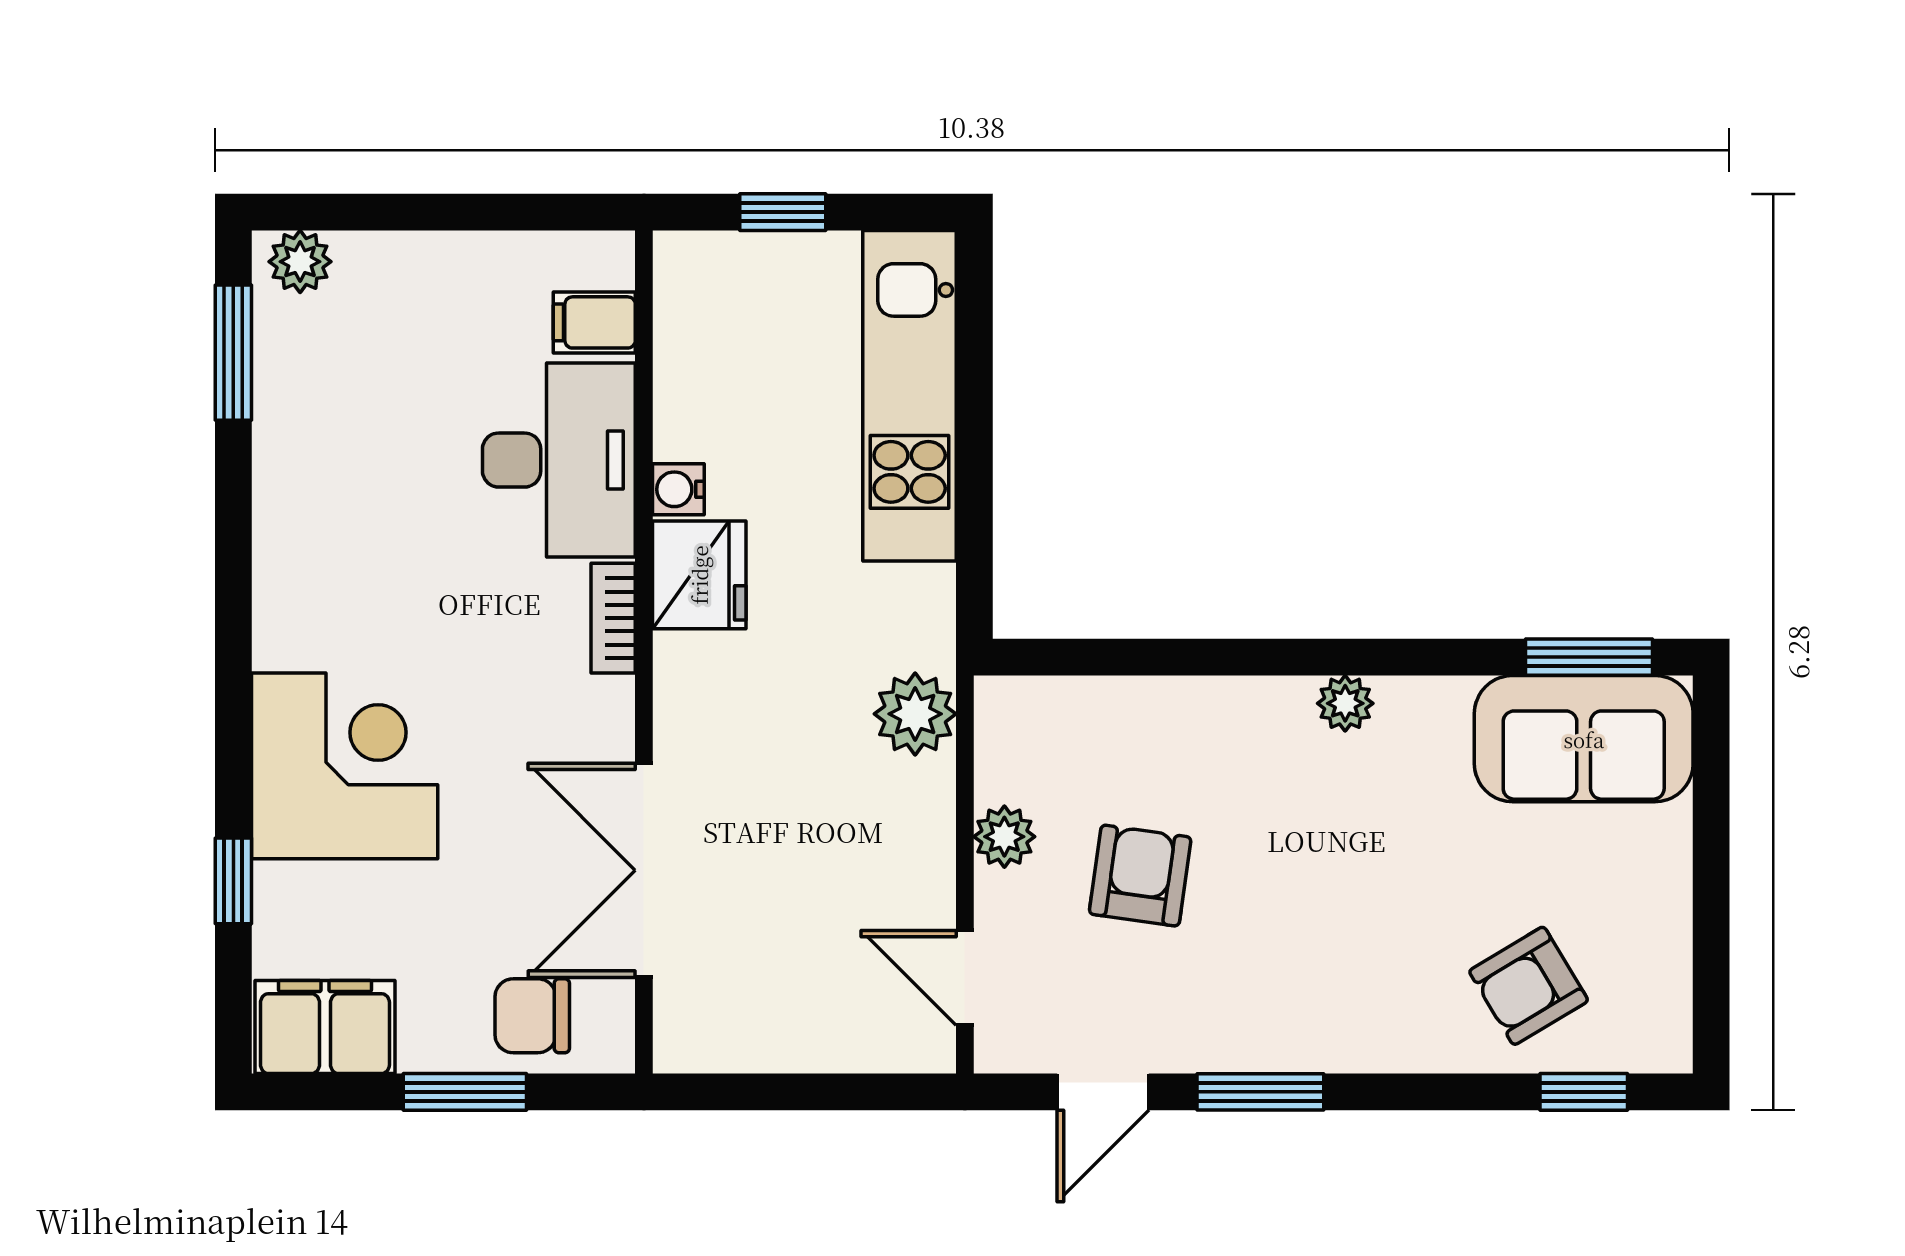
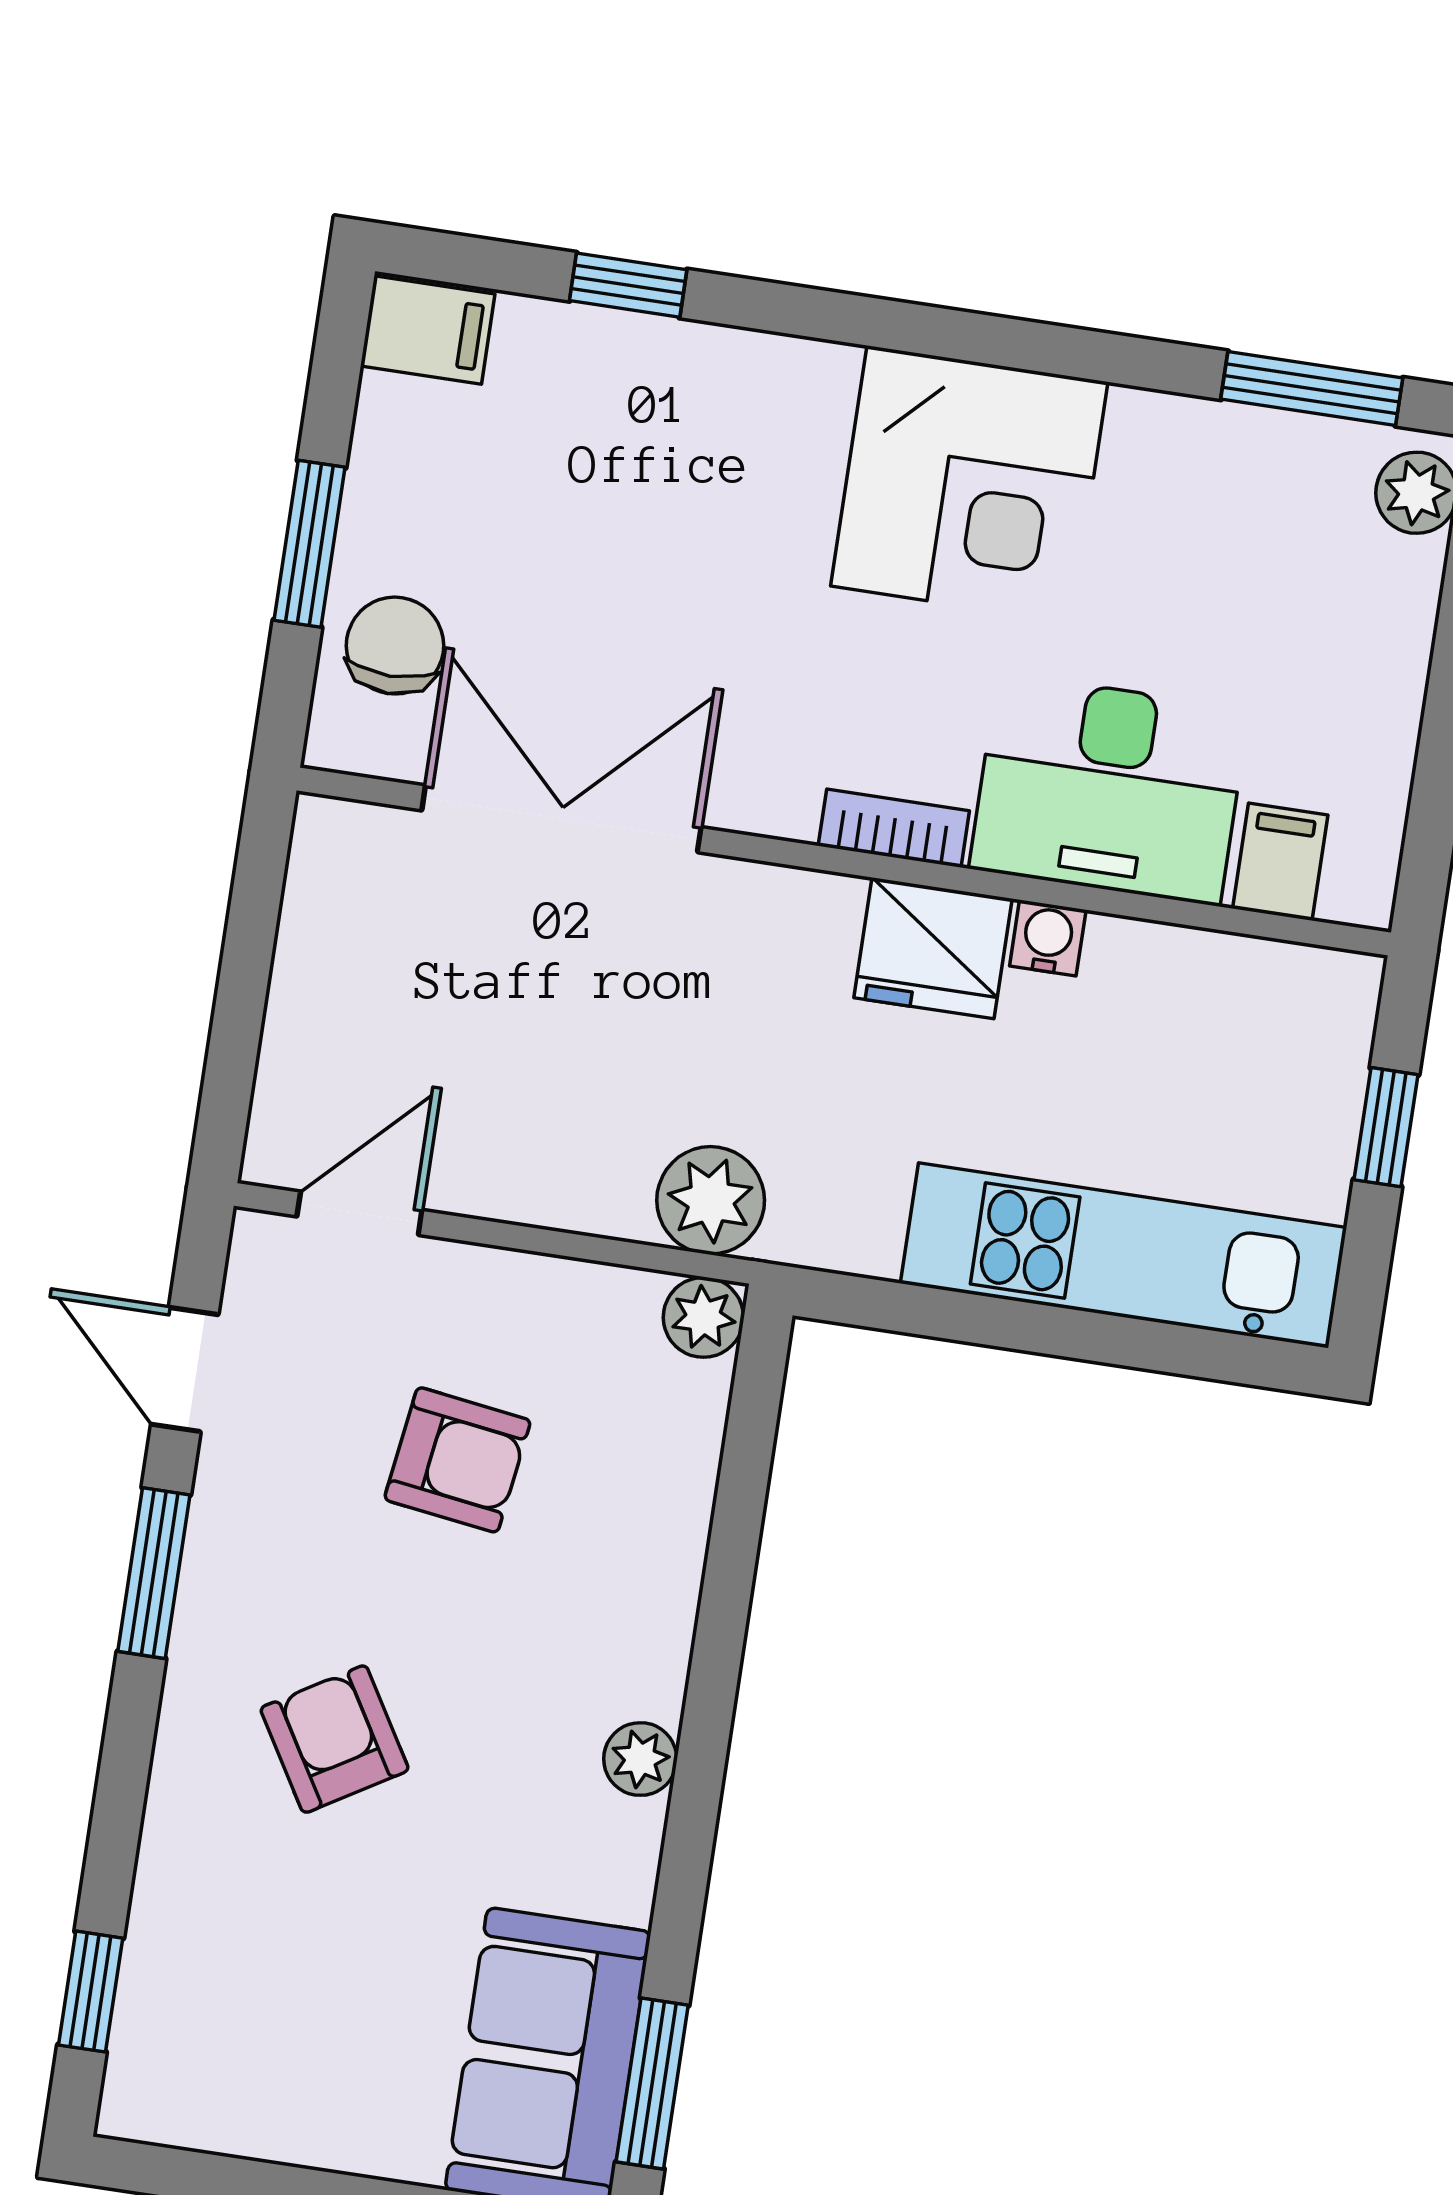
corner desk: (345, 766) -> (969, 484), moved
plant: (1004, 837) -> (703, 1317), moved
armchair: (1529, 986) -> (335, 1739), moved
filing cabinet: (325, 1027) -> (428, 330), width x0.50

